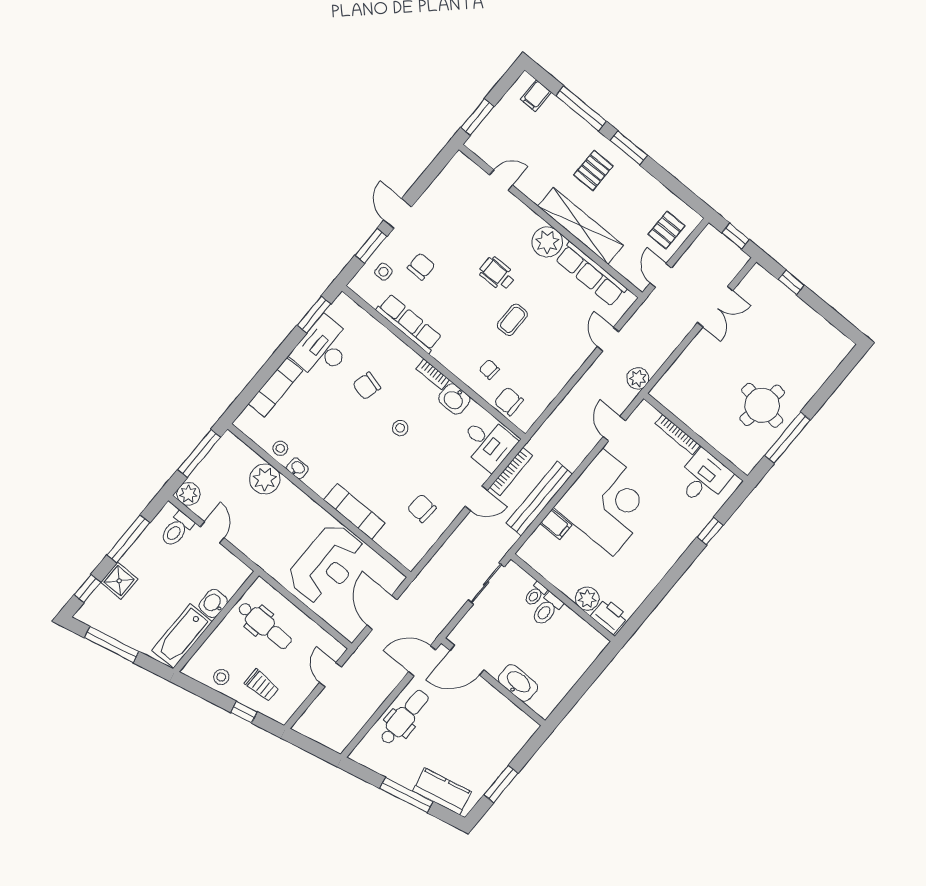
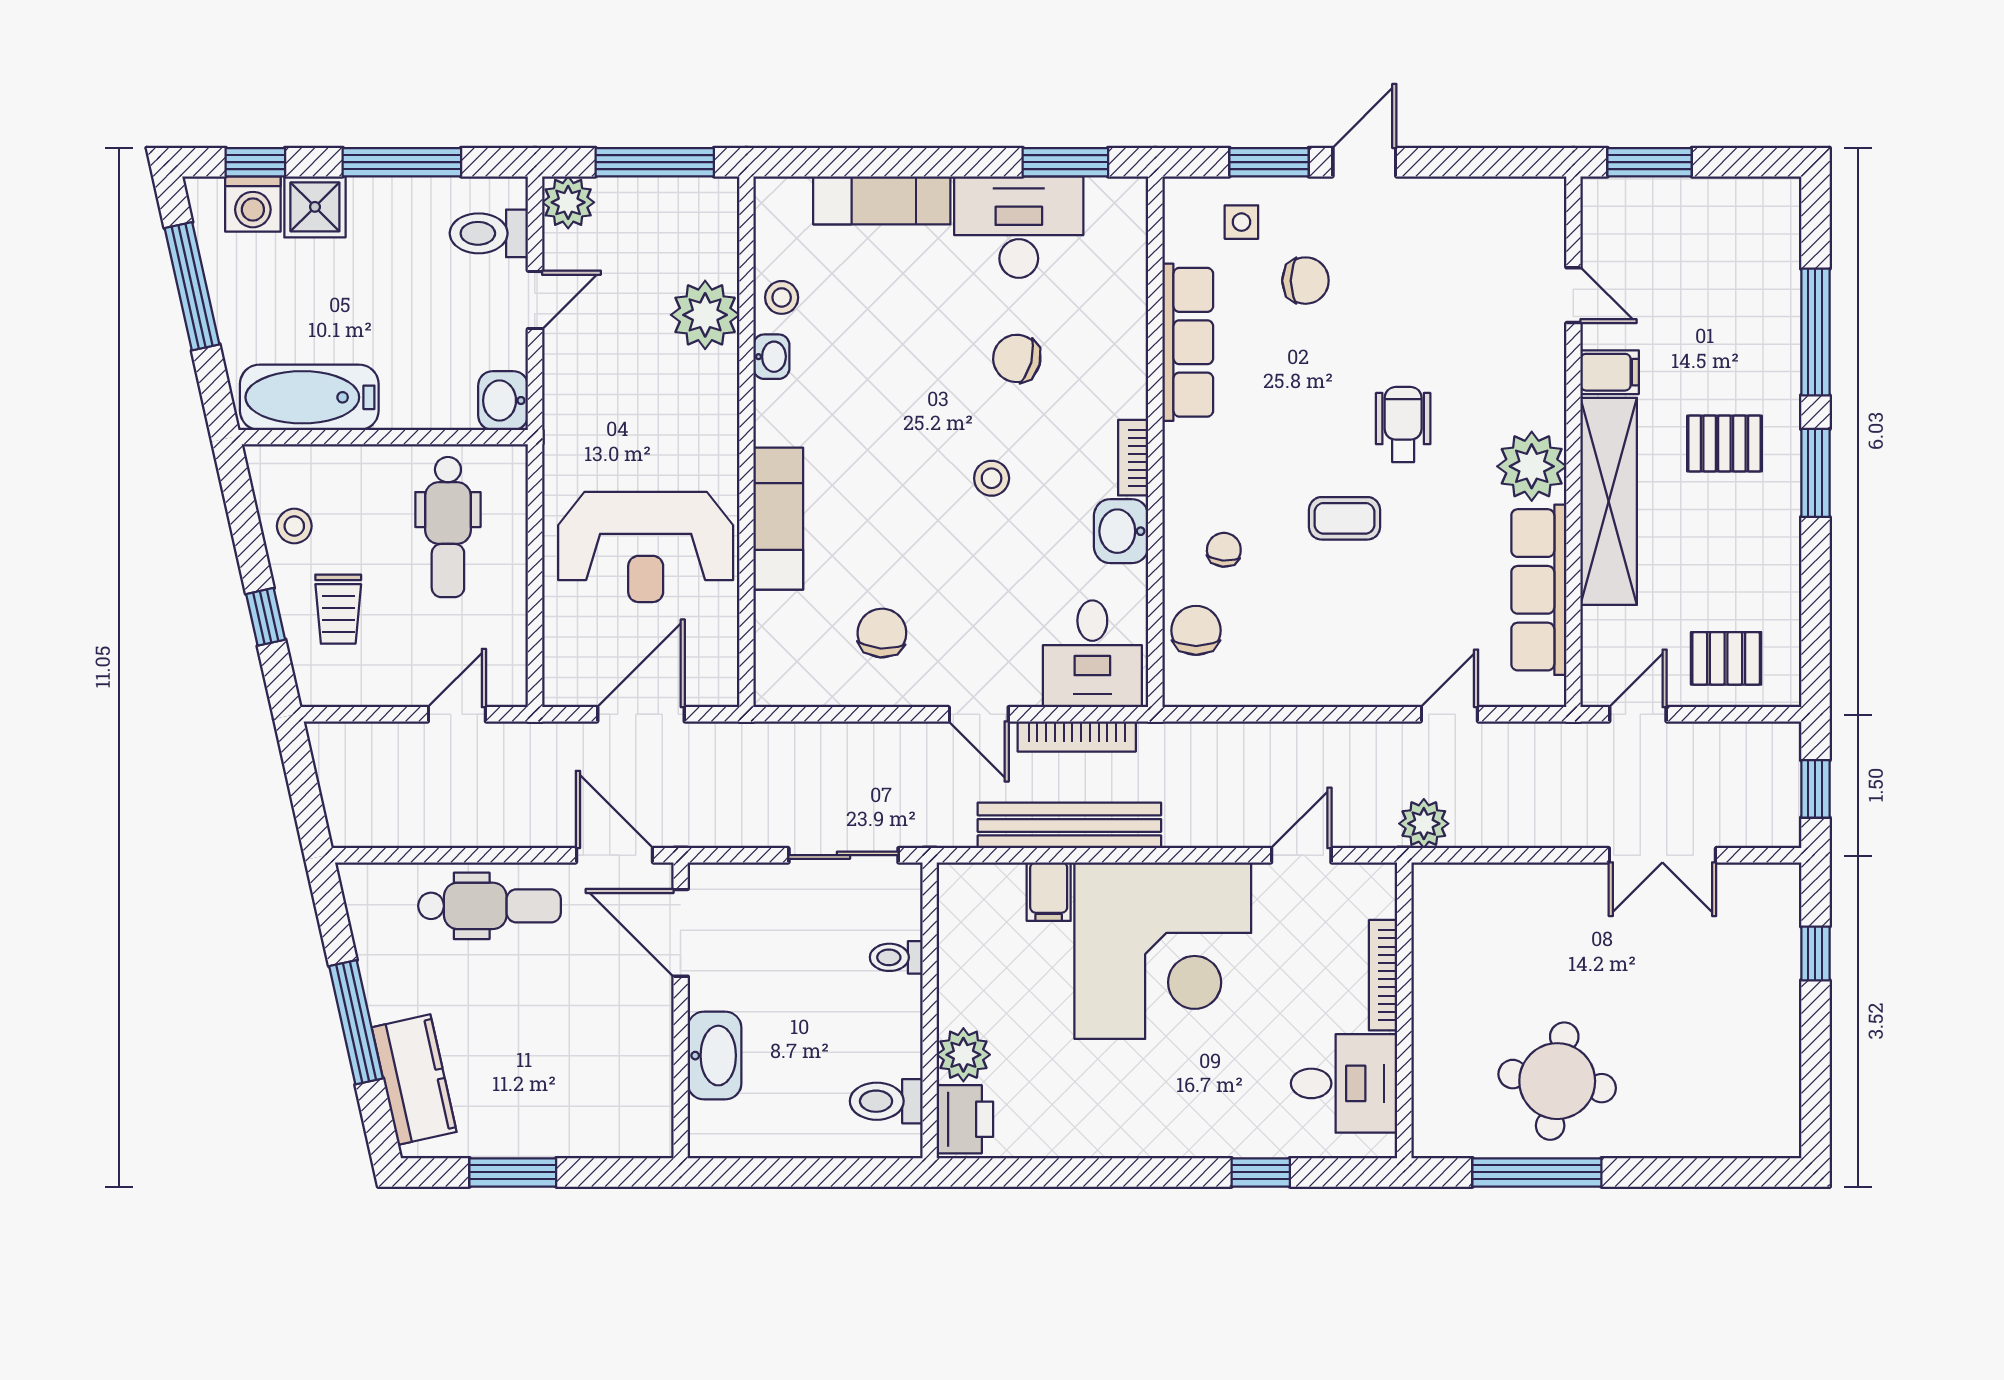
filing cabinet: (536, 96) -> (1610, 372), moved, turned 180
washing machine: (101, 601) -> (253, 204), added
washbasin: (213, 603) -> (503, 401), moved, turned -90
toilet: (547, 609) -> (886, 1101), moved

